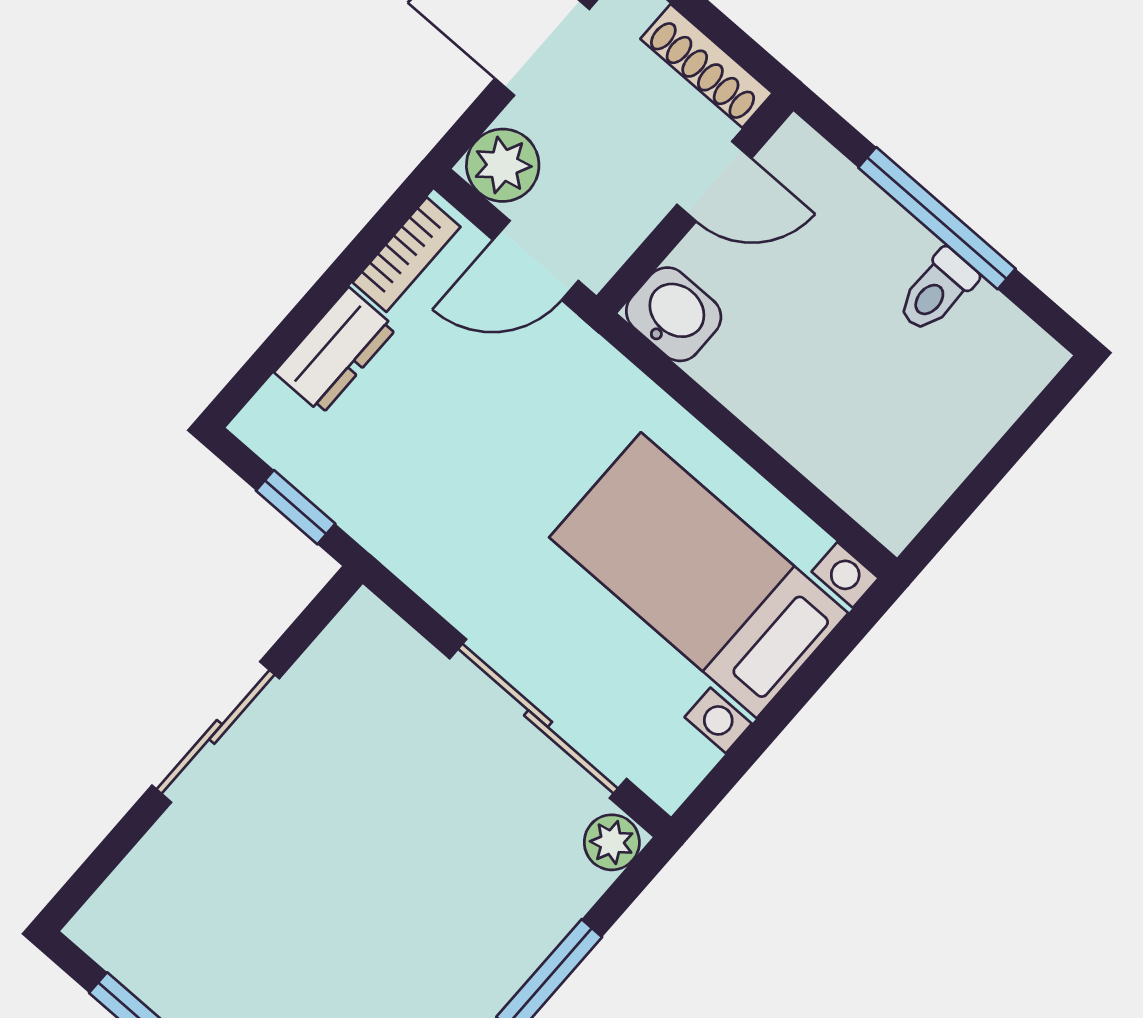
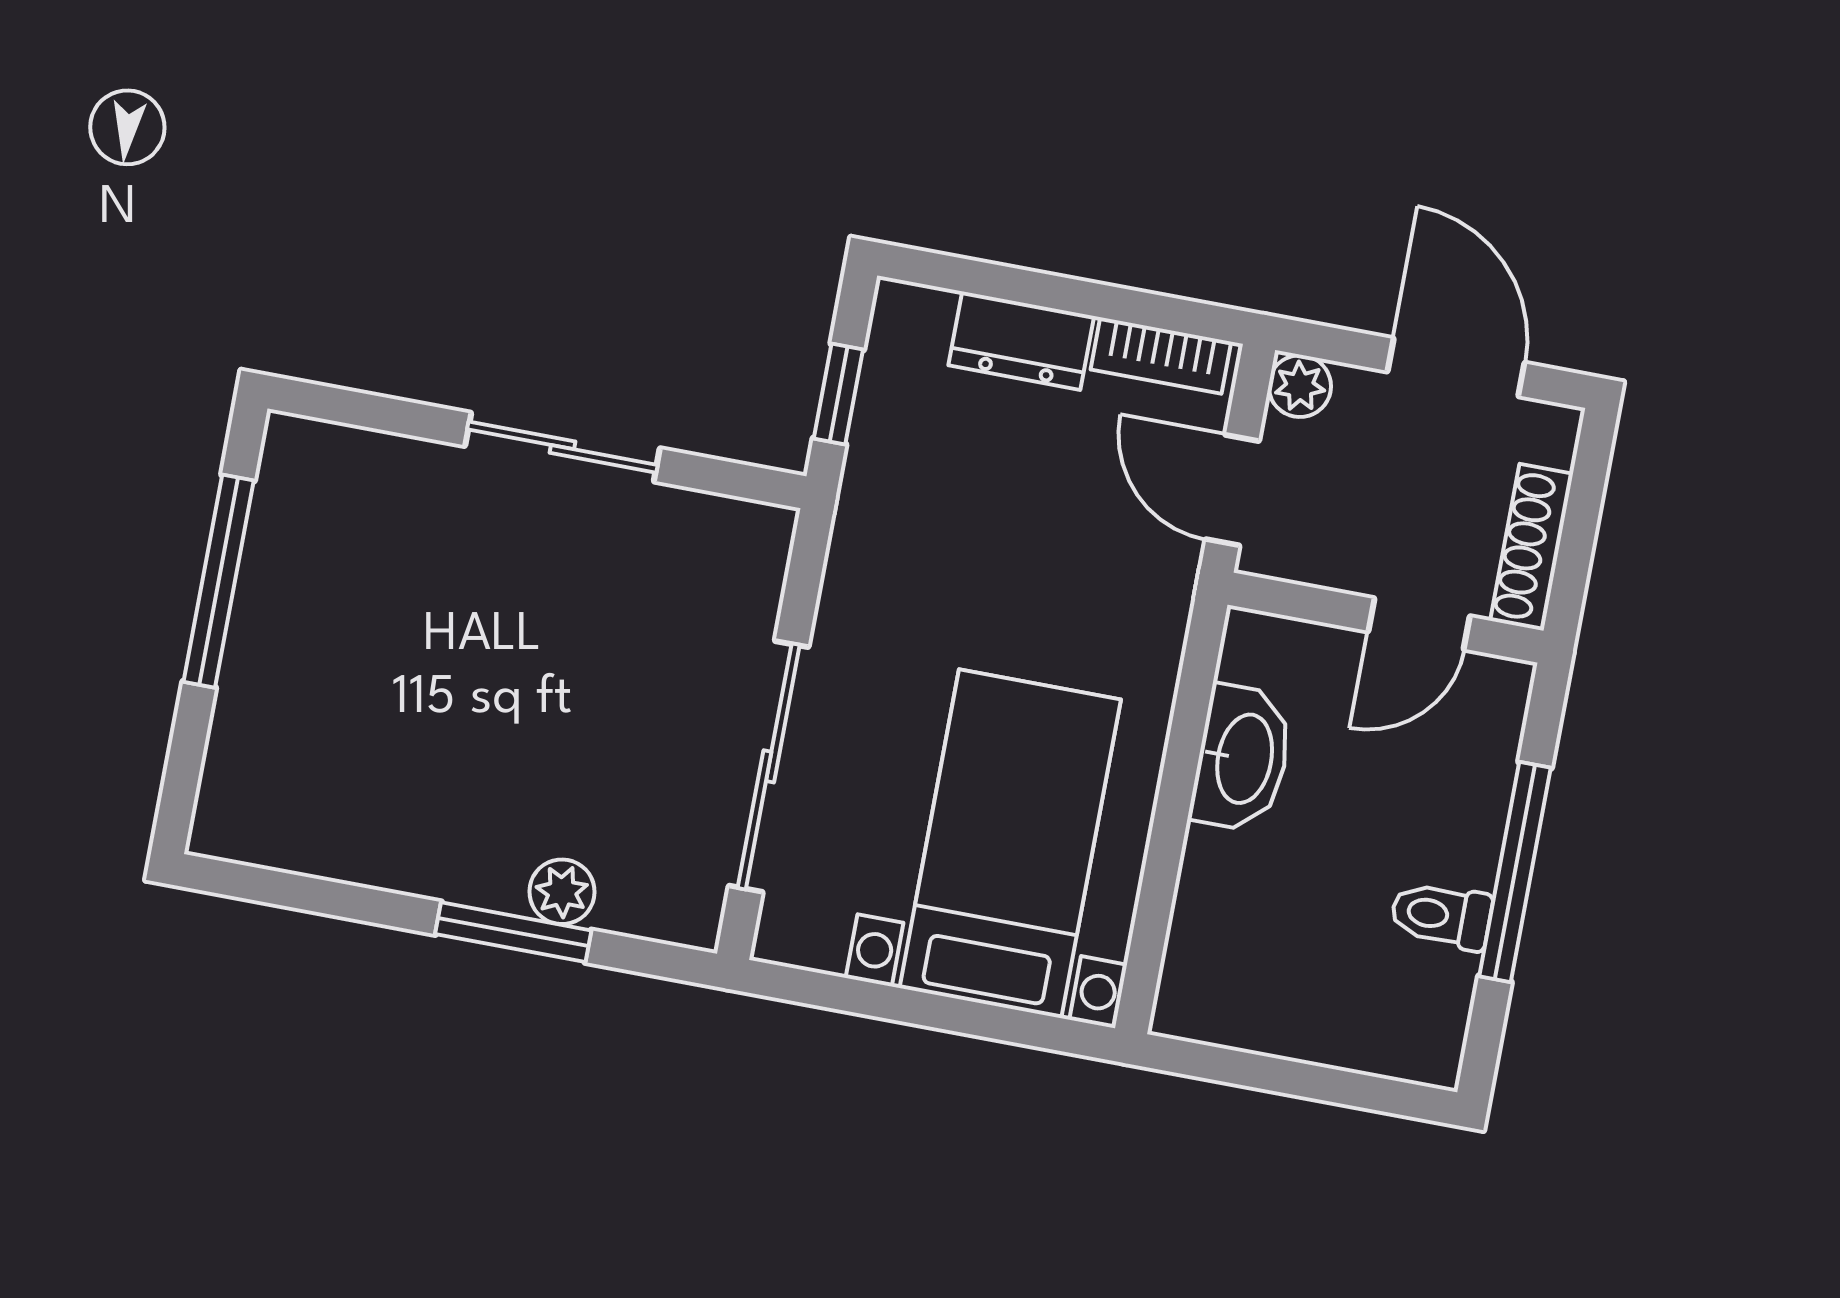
plant: (503, 165) -> (1300, 386), width x0.73, depth x0.73
door: (714, 181) -> (1419, 624), hinge flipped
washbasin: (674, 314) -> (1242, 758), moved, width x1.38
plant: (612, 842) -> (562, 892), moved

